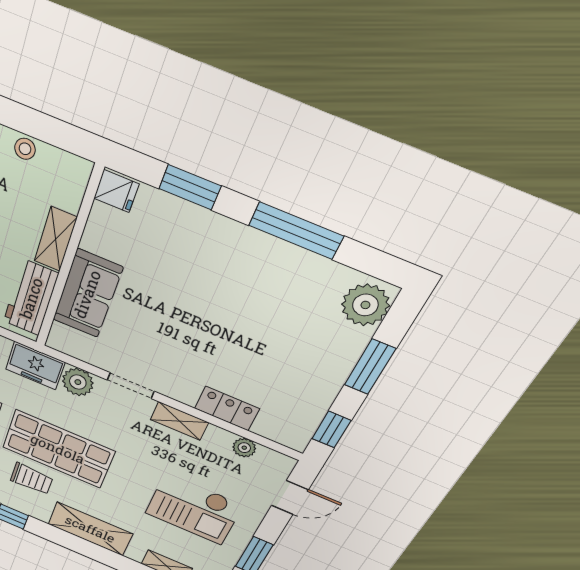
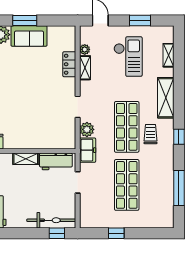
sofa: (87, 294) -> (29, 36), moved, turned 180
shelving: (179, 421) -> (85, 68), moved
window: (331, 430) -> (59, 20), removed

